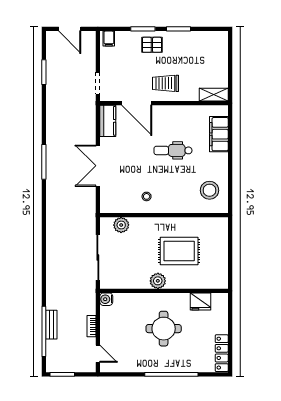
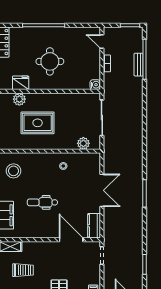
trolley: (165, 83) -> (23, 270), moved
dental chair: (173, 150) -> (42, 202), turned 180
plant: (158, 281) -> (19, 99), moved

